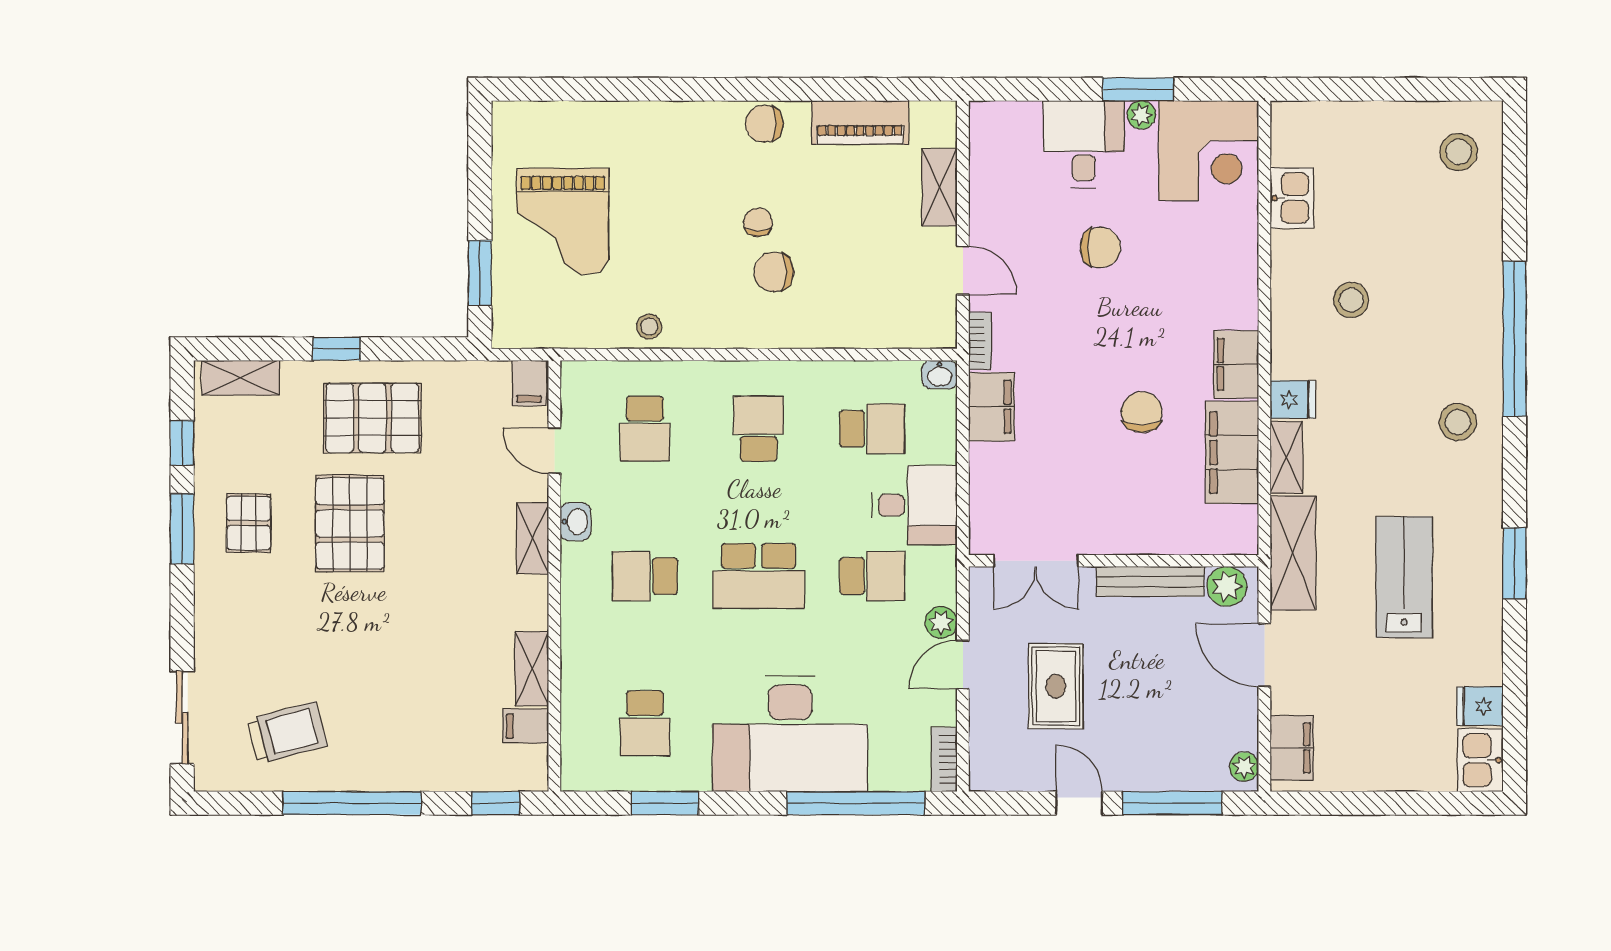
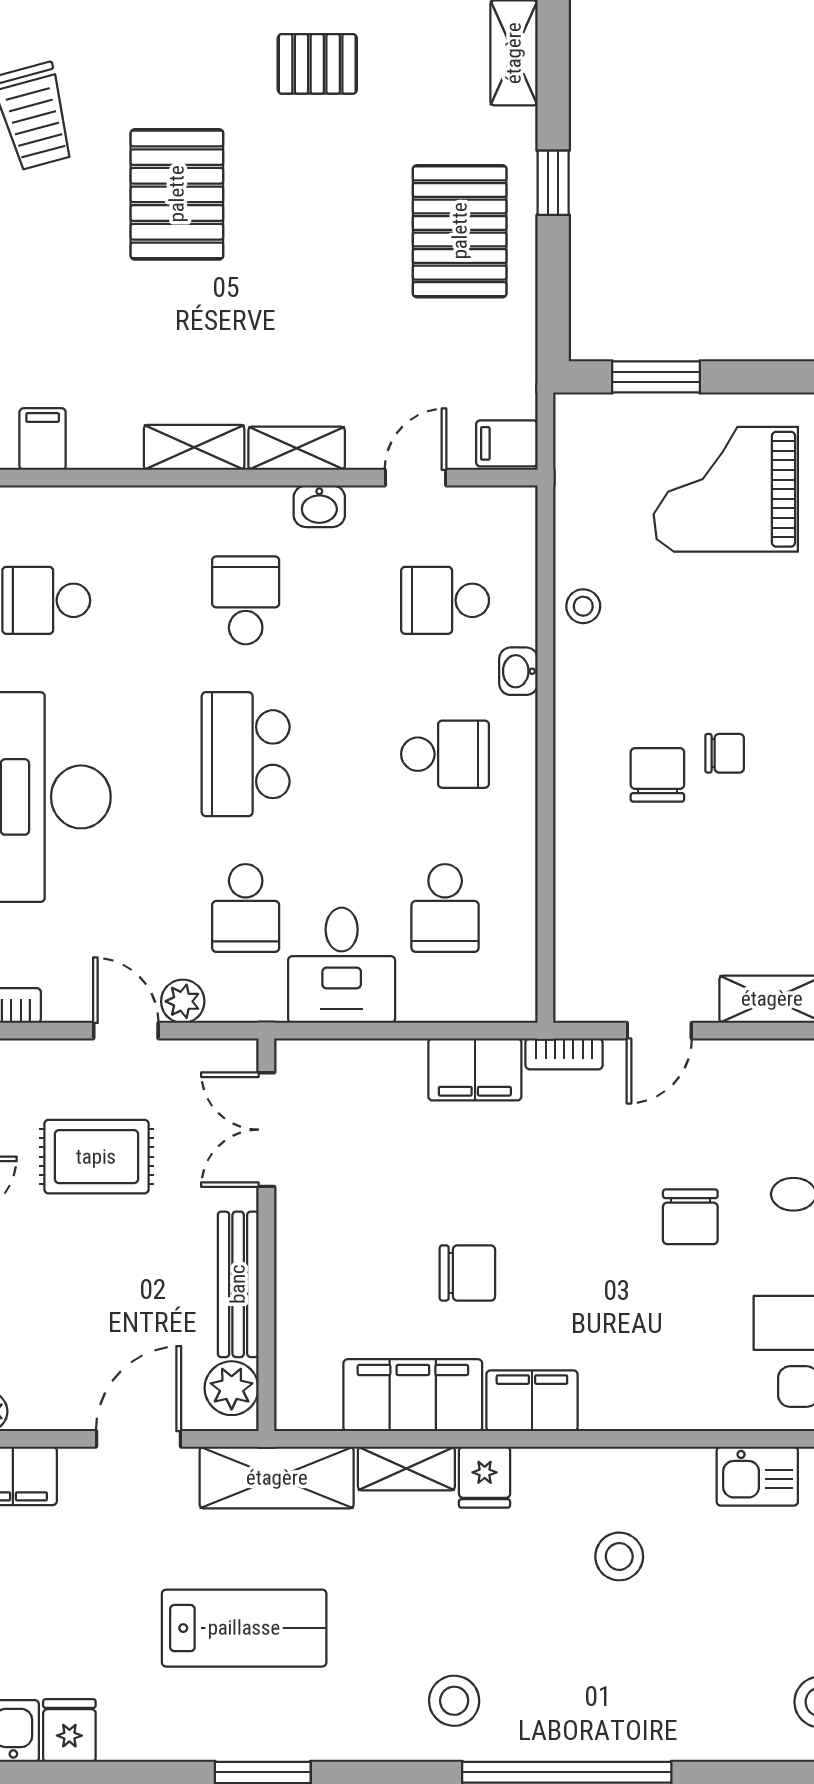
washbasin: (940, 374) -> (518, 671), moved
pallet: (350, 523) -> (177, 194), moved, turned 90
shelving: (532, 669) -> (194, 447), moved

